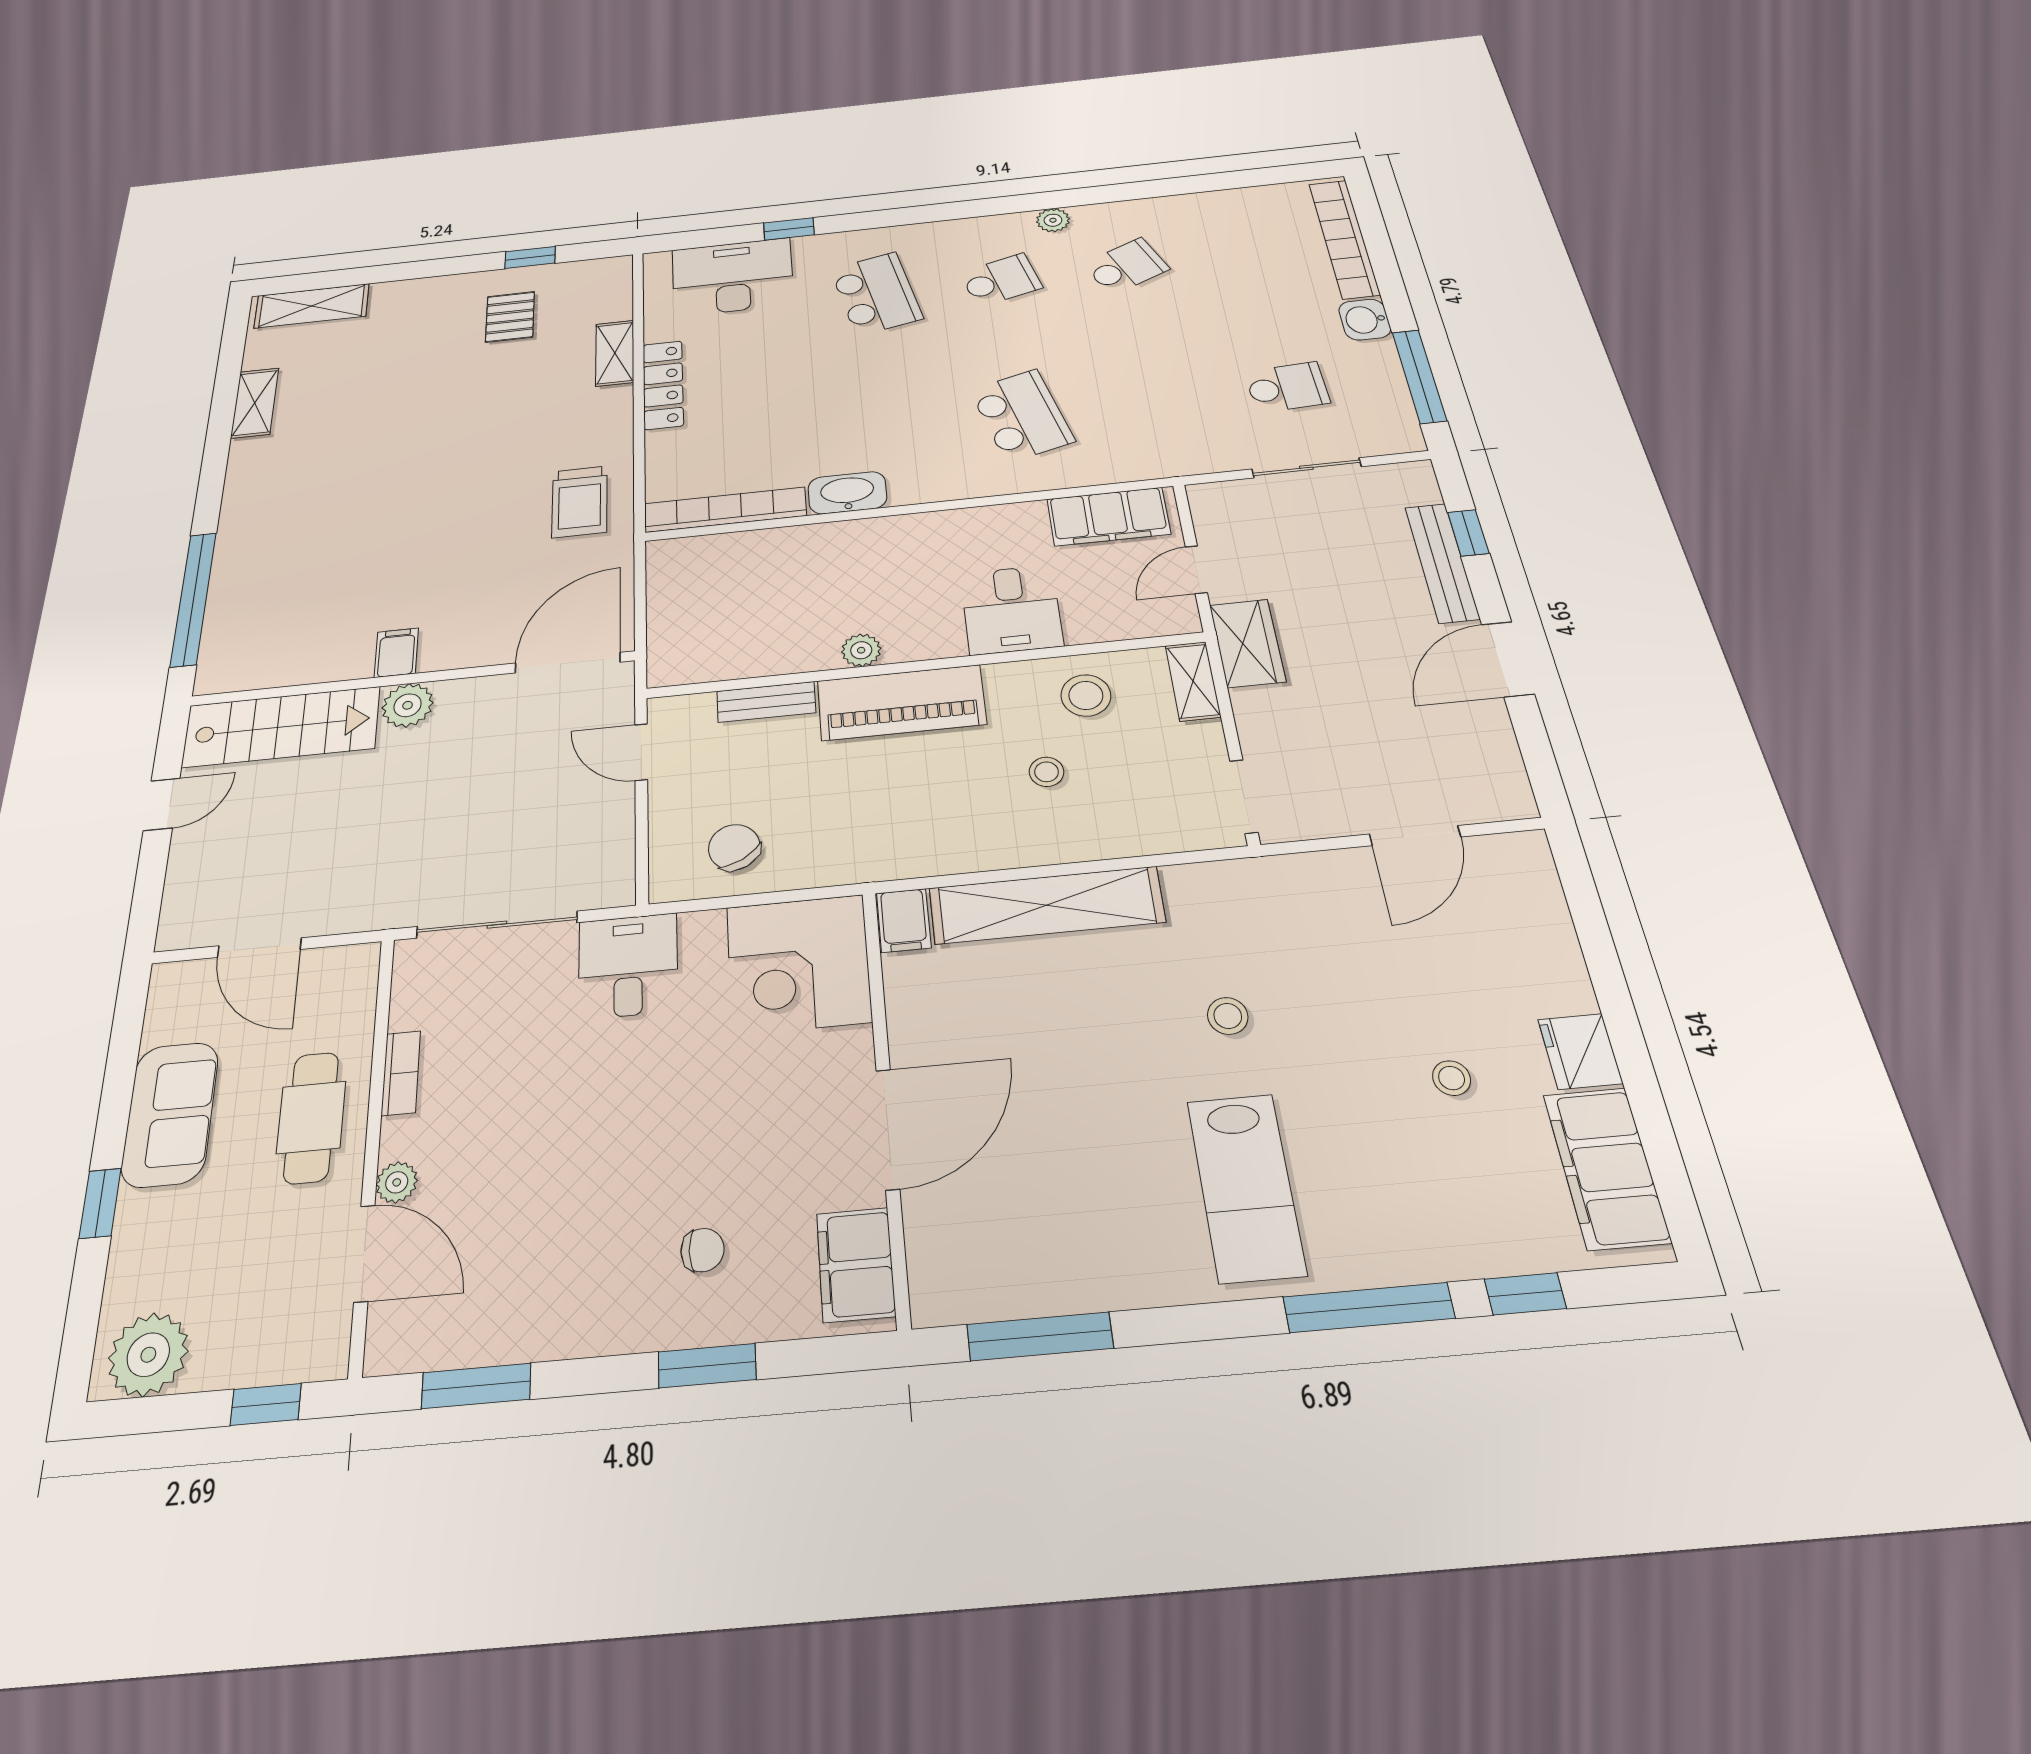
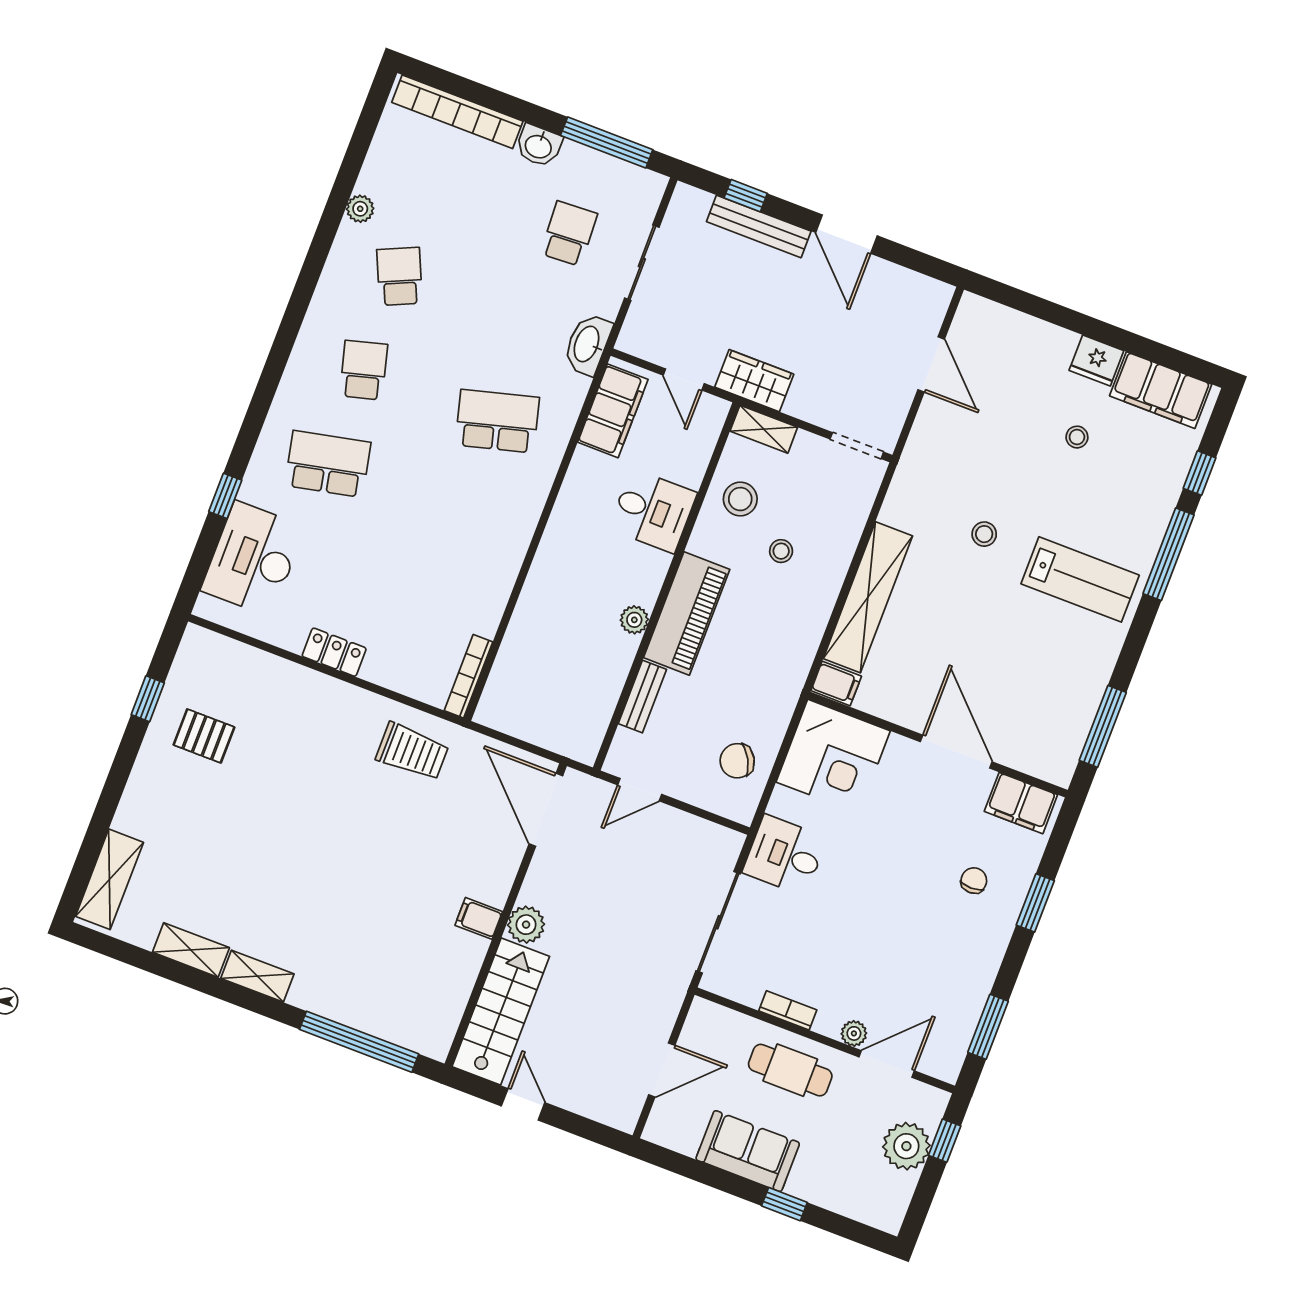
plant: (1053, 220) -> (360, 209), moved
shelving: (615, 353) -> (257, 976), moved
locker: (663, 385) -> (334, 652), width x0.66
washbasin: (847, 493) -> (587, 344), moved
bookcase: (725, 510) -> (468, 676), width x0.68, depth x0.76
plant: (148, 1355) -> (906, 1146), moved

